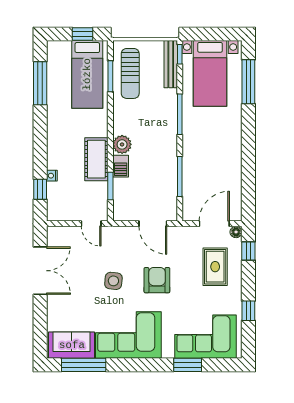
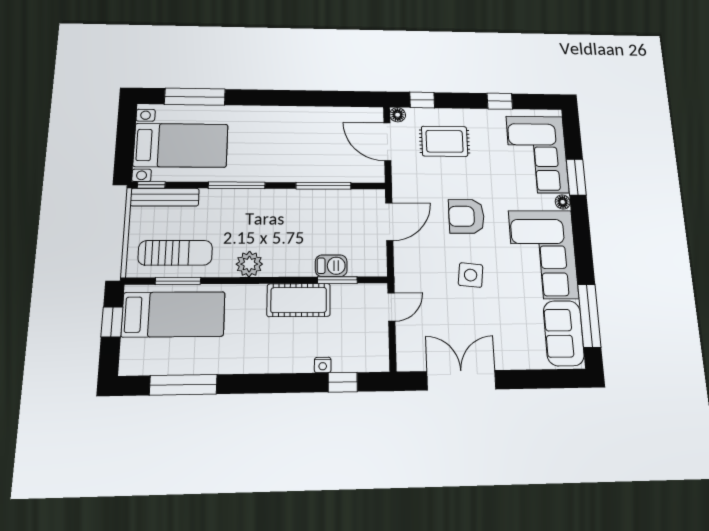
plant: (122, 144) -> (249, 264), moved
barbecue: (121, 166) -> (331, 266), moved
floor lamp: (168, 353) -> (563, 202), added

